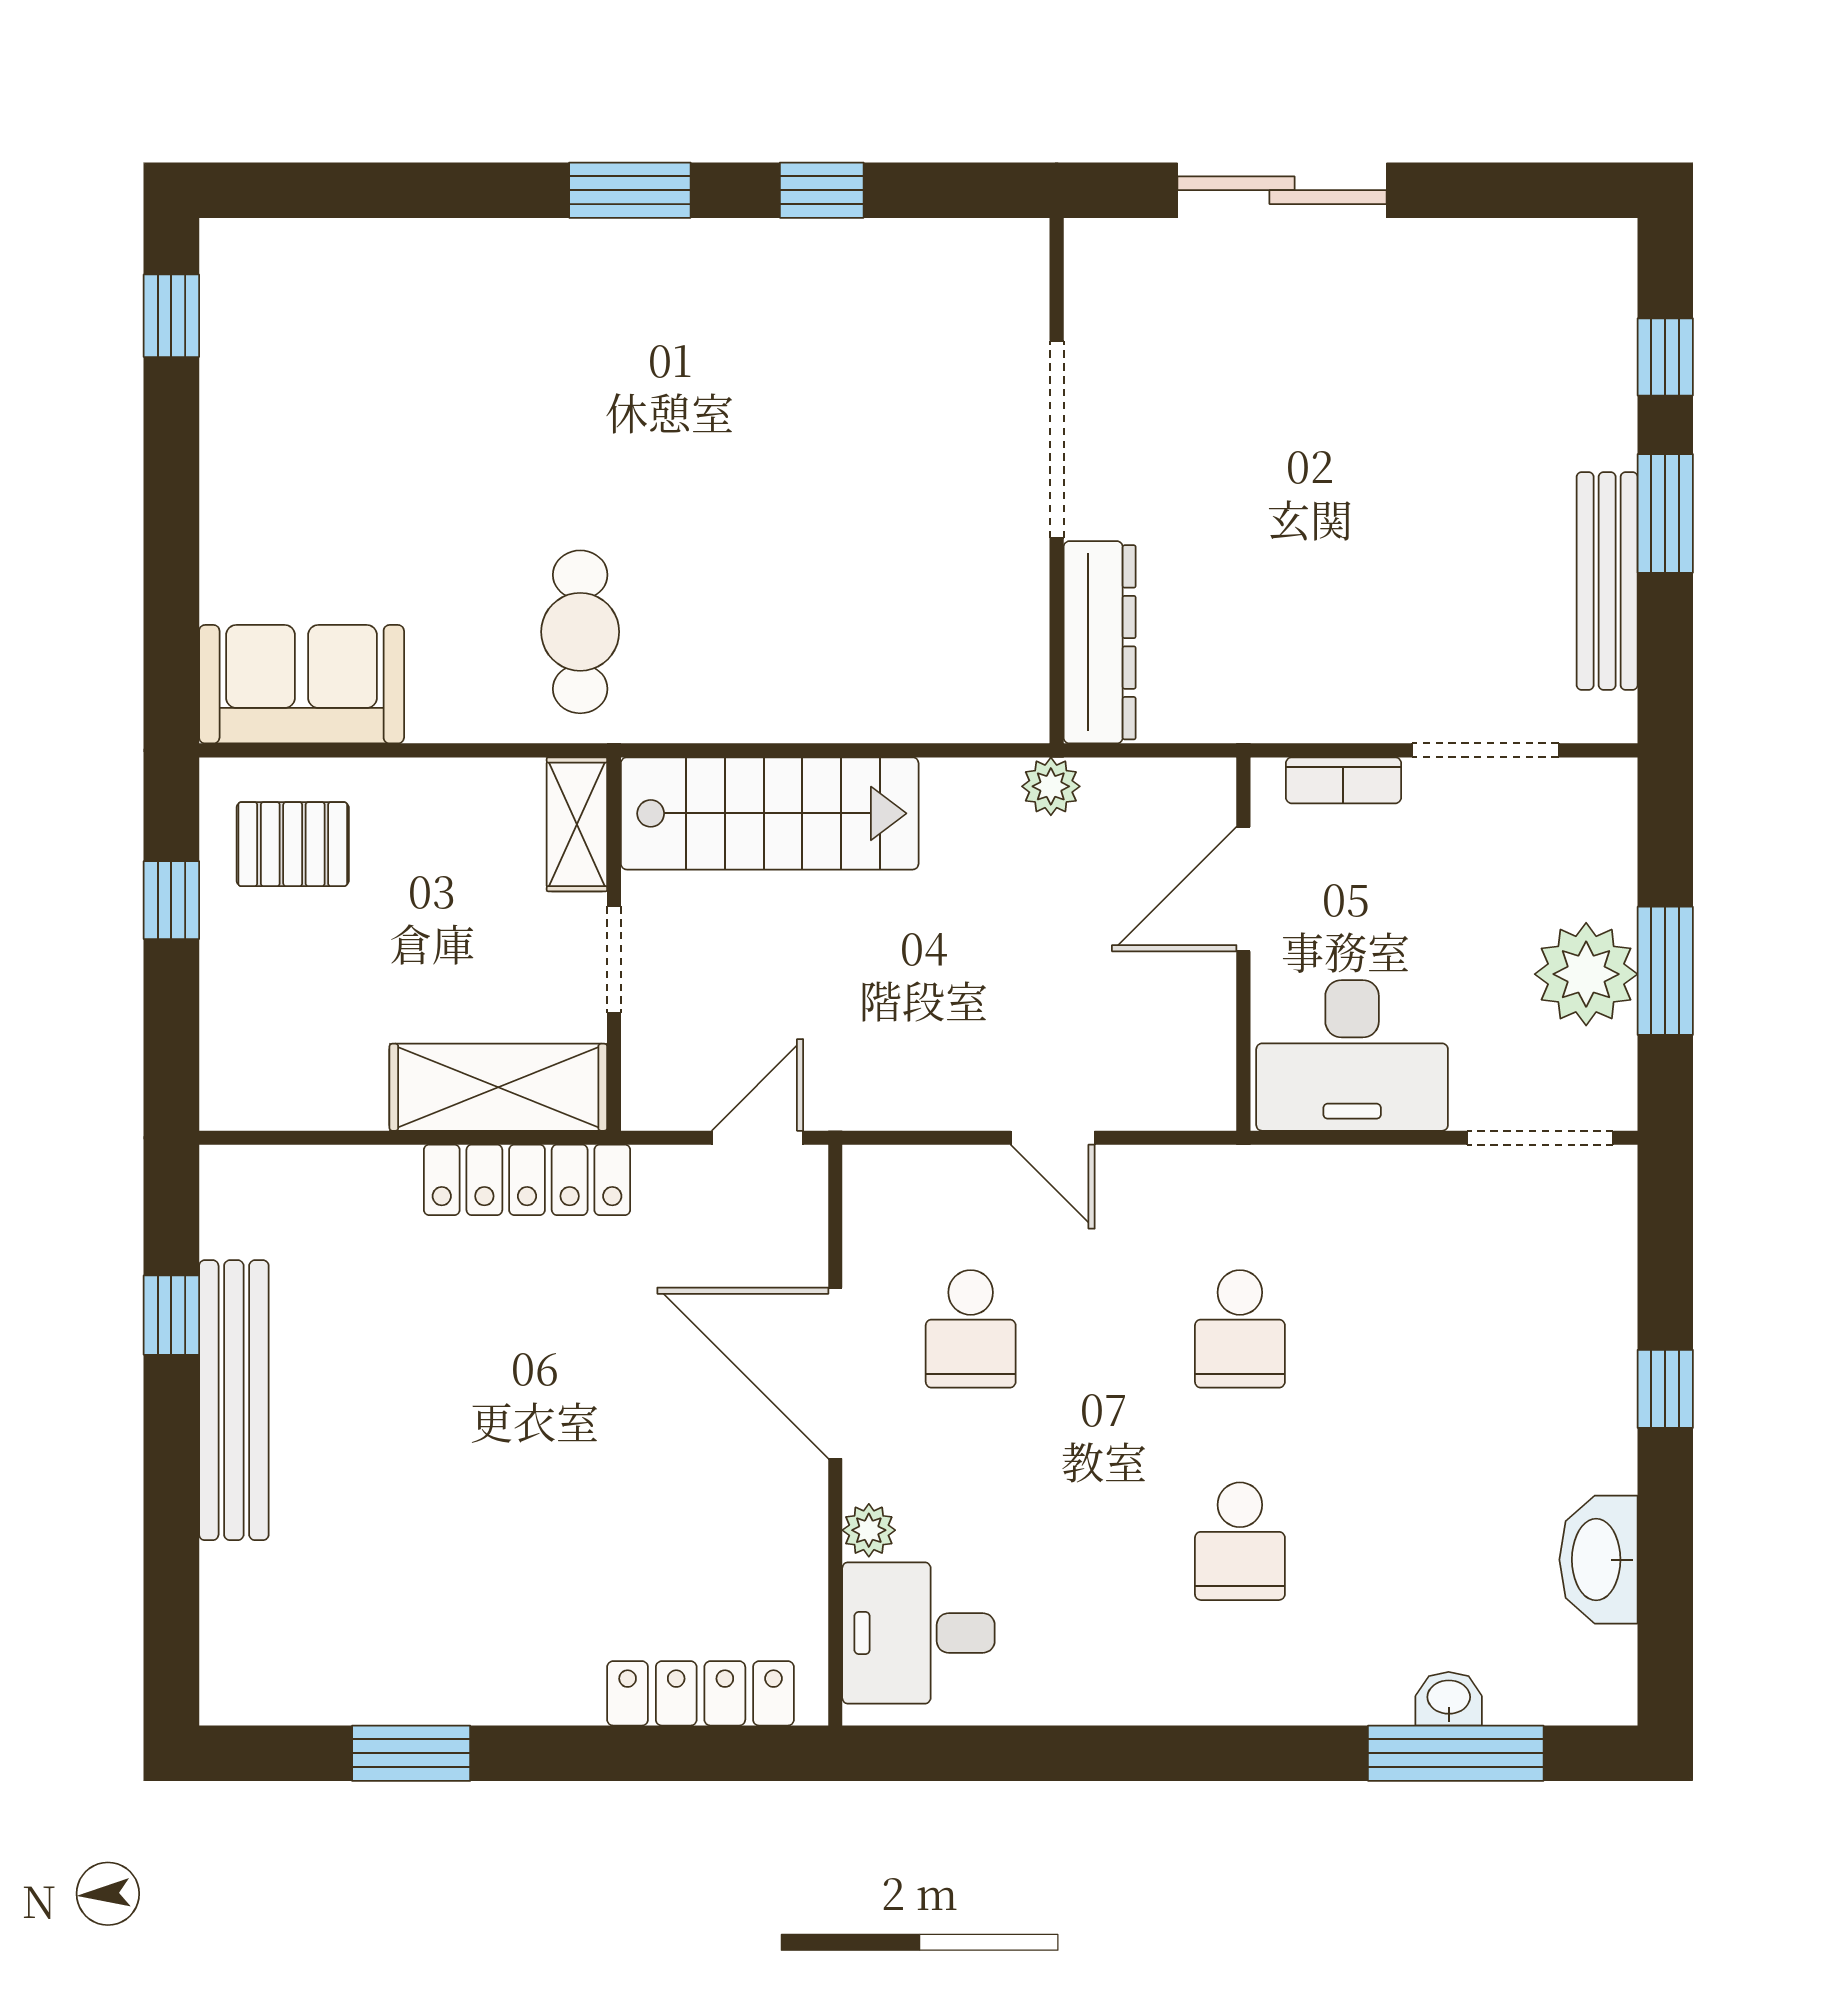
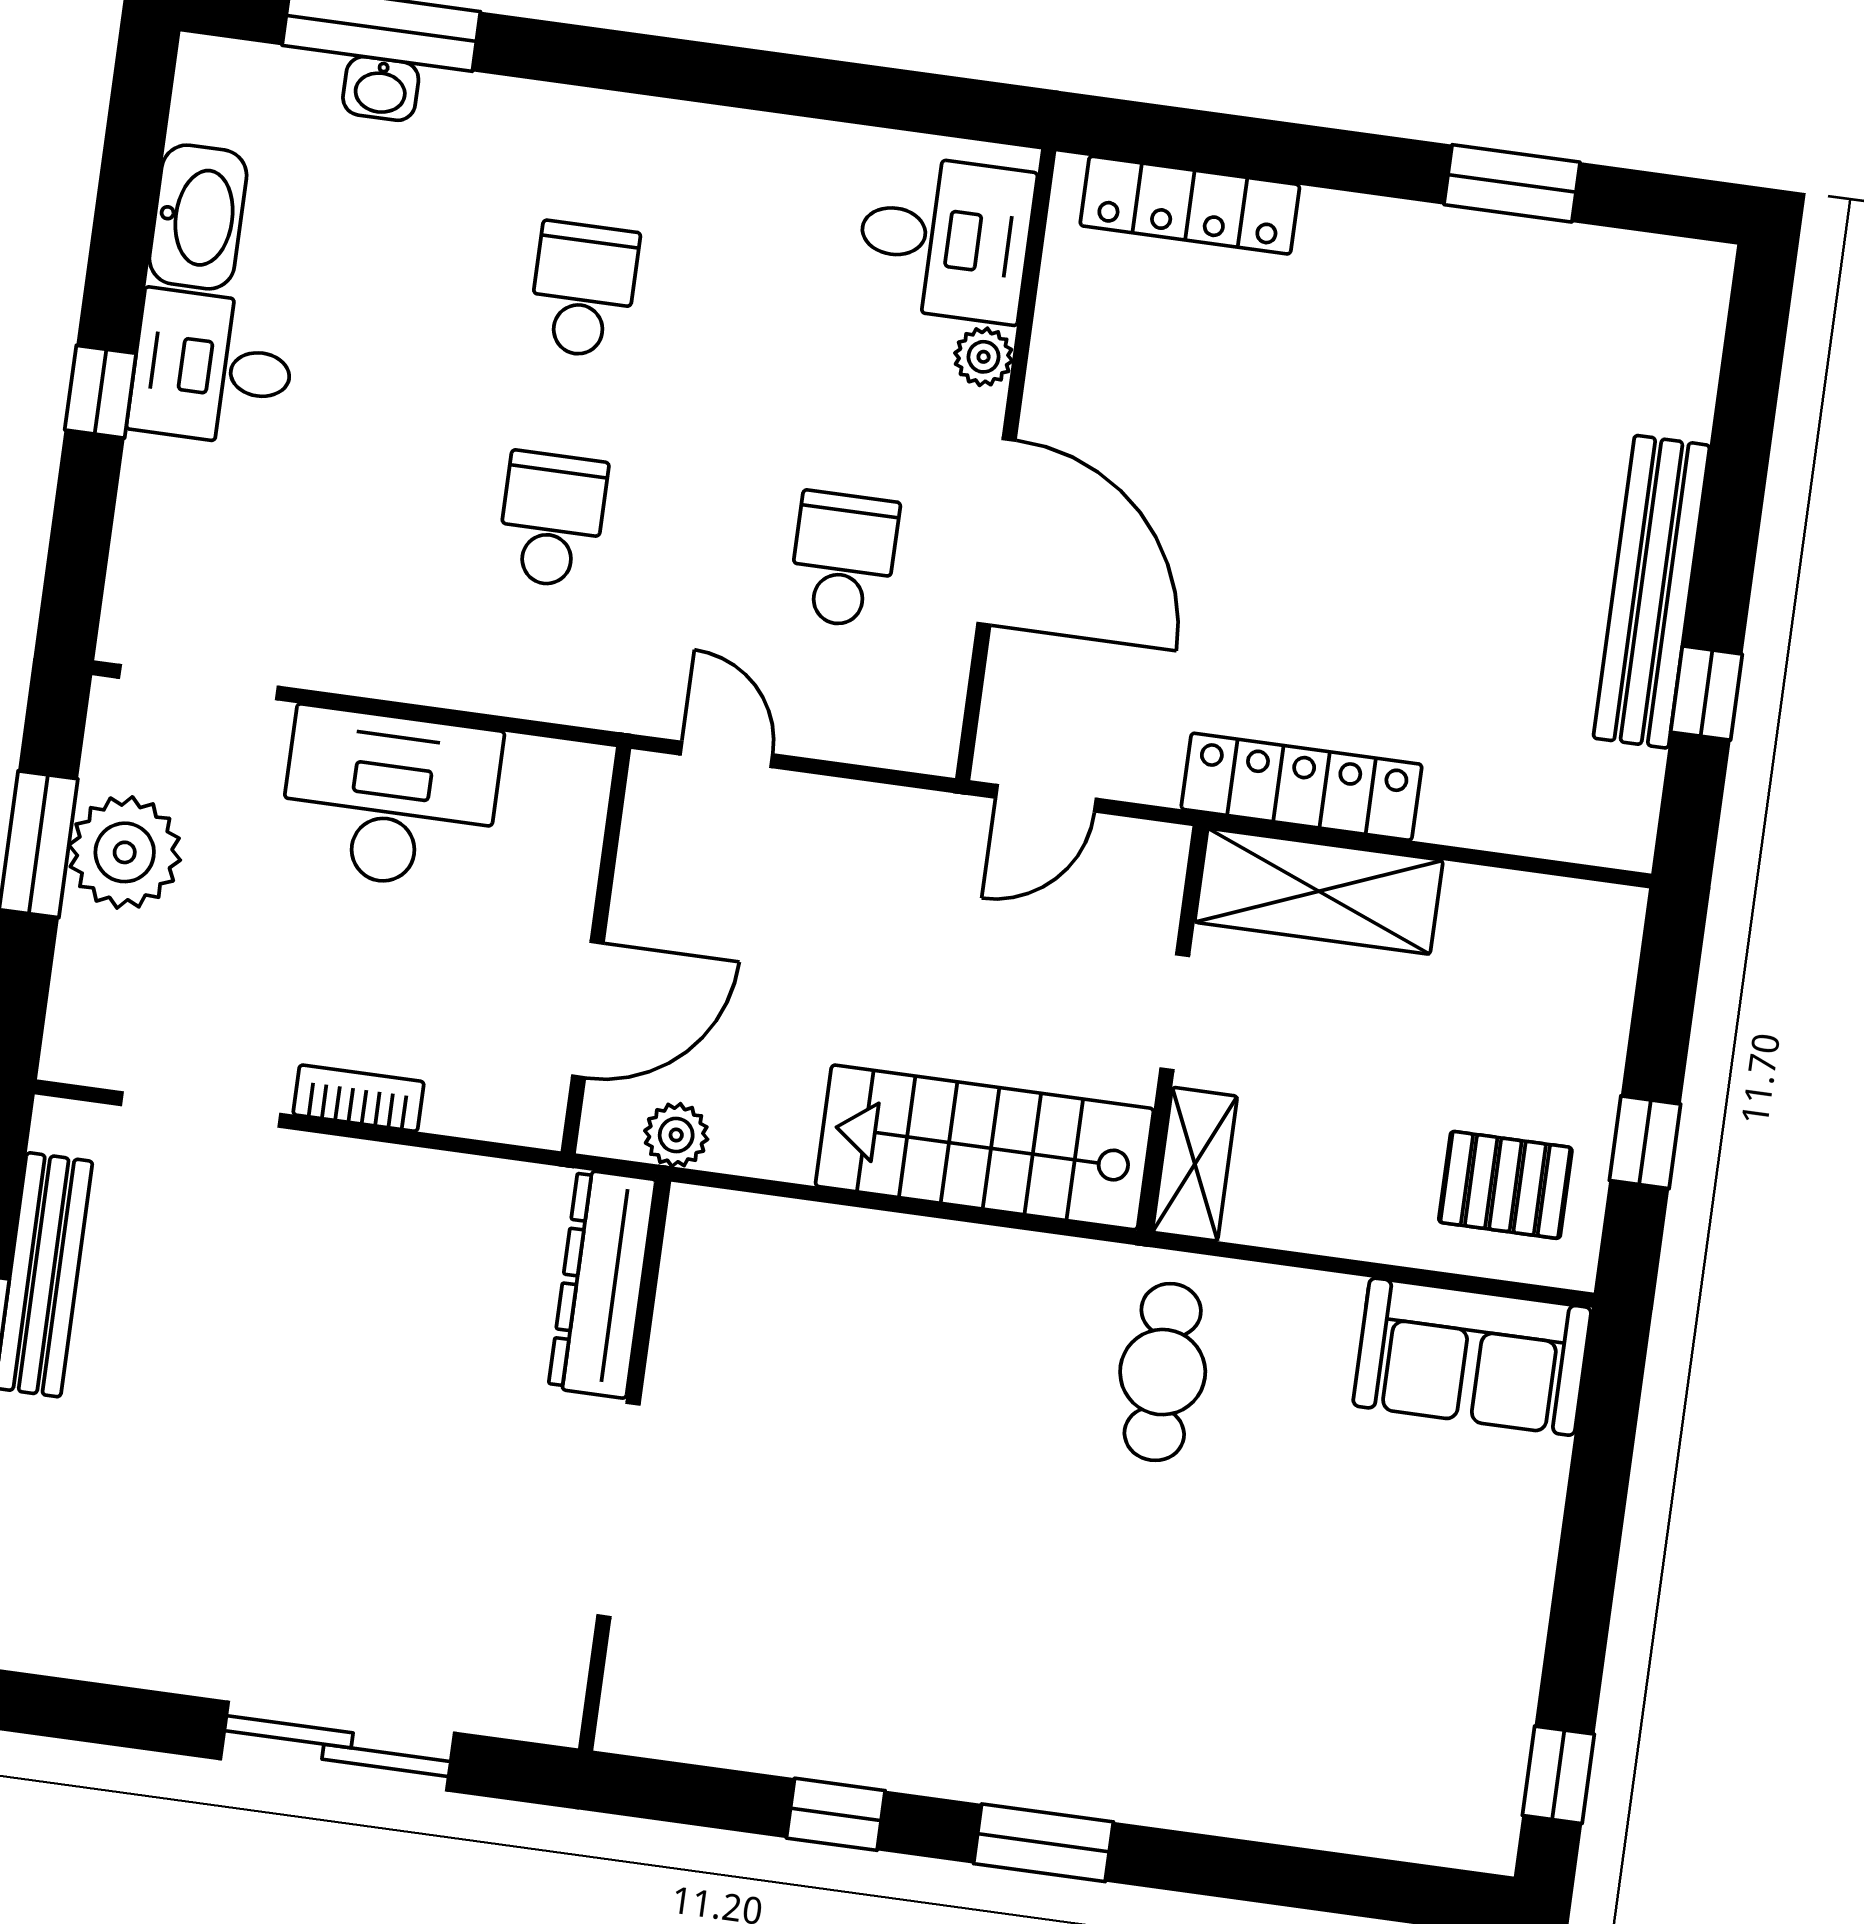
door: (1243, 889) -> (588, 1010), moved
wall: (1243, 944) -> (596, 950), moved
desk: (1567, 1424) -> (212, 368), added

